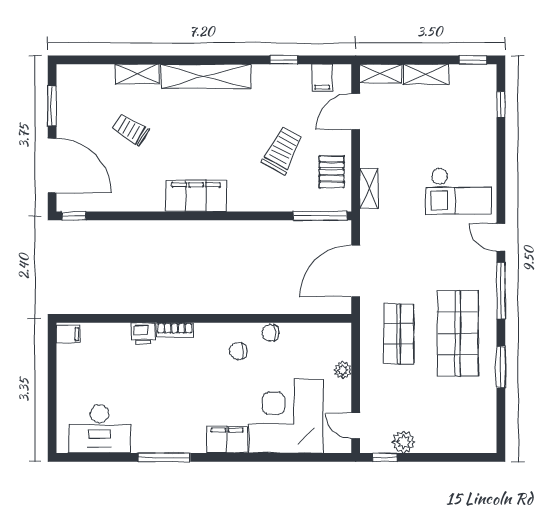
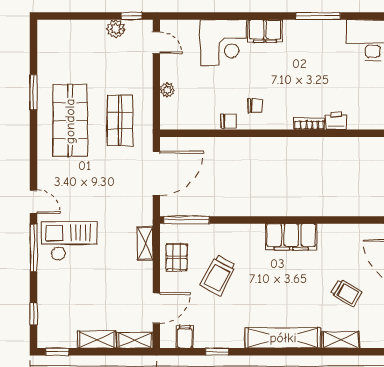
window: (501, 291) -> (34, 248), moved
corner desk: (286, 416) -> (223, 43), width x0.74, depth x0.74

